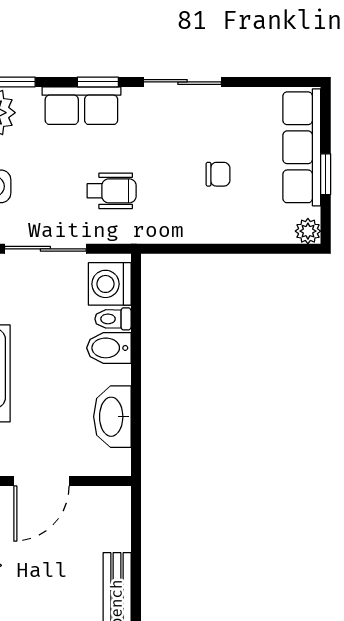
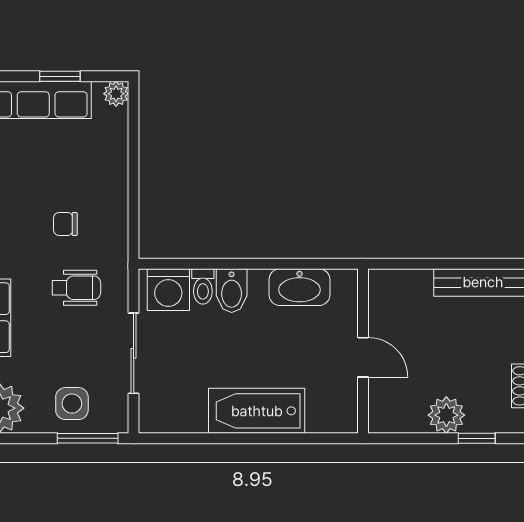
chair: (218, 174) -> (65, 224), moved, turned -90
wheelchair: (112, 191) -> (76, 288), turned 90
door: (41, 481) -> (363, 357), width x0.73

